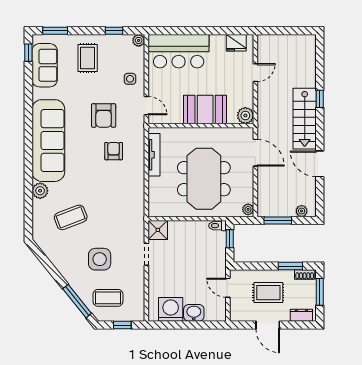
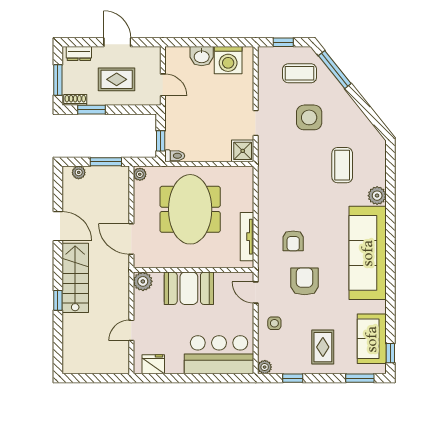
coffee table: (71, 217) -> (342, 165), turned -69

